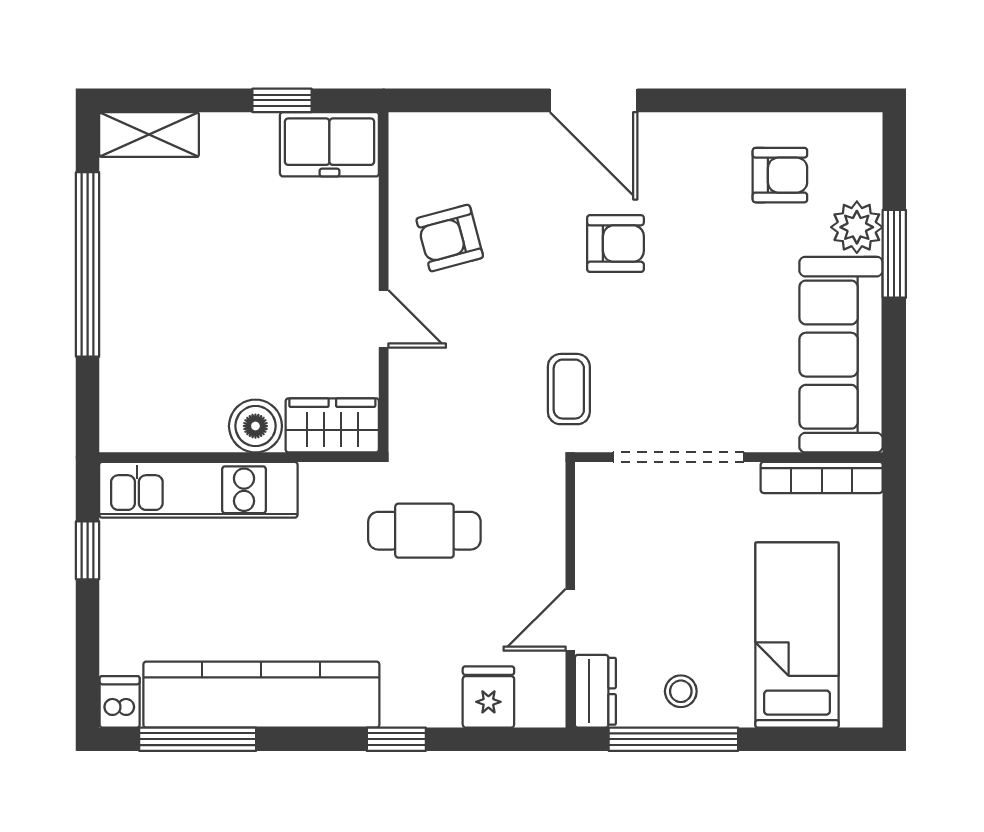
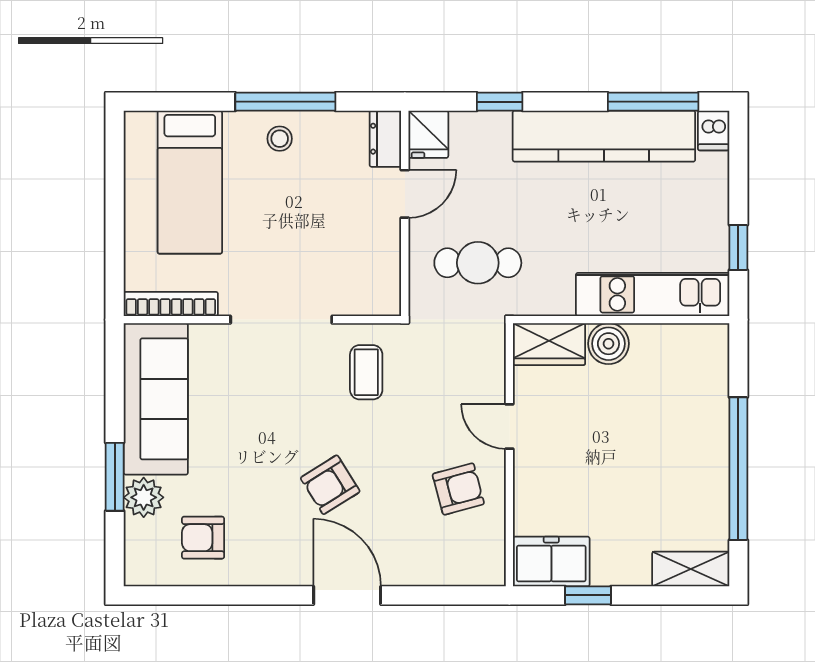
armchair: (615, 244) -> (330, 485), turned -32
wall: (570, 595) -> (405, 213), moved
door: (570, 620) -> (405, 194), moved
dresser: (595, 691) -> (385, 139), moved

